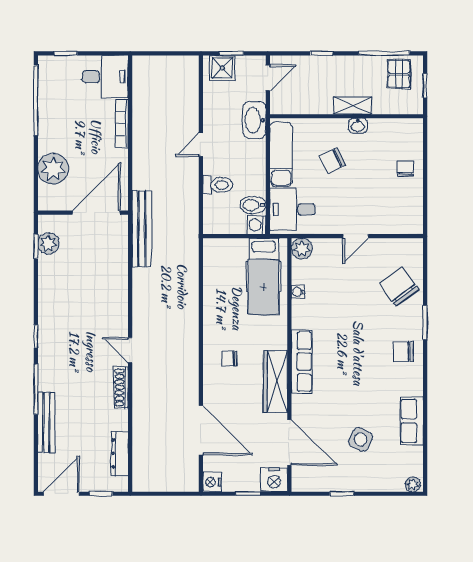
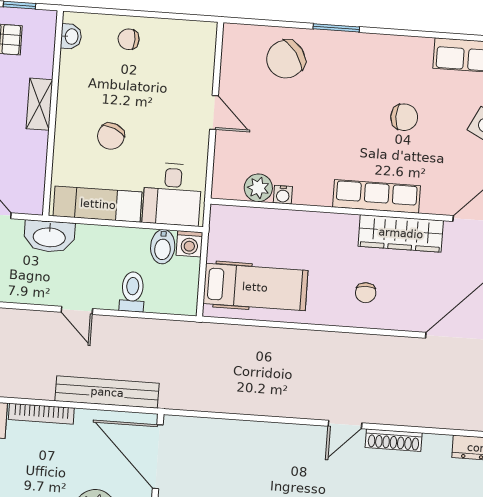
washbasin: (358, 126) -> (71, 36), moved
chair: (332, 161) -> (111, 136), turned 49
bench: (142, 229) -> (107, 392), moved
plant: (302, 249) -> (258, 188), moved
hospital bed: (264, 276) -> (255, 287), moved
chair: (403, 352) -> (404, 117), moved, turned -90

